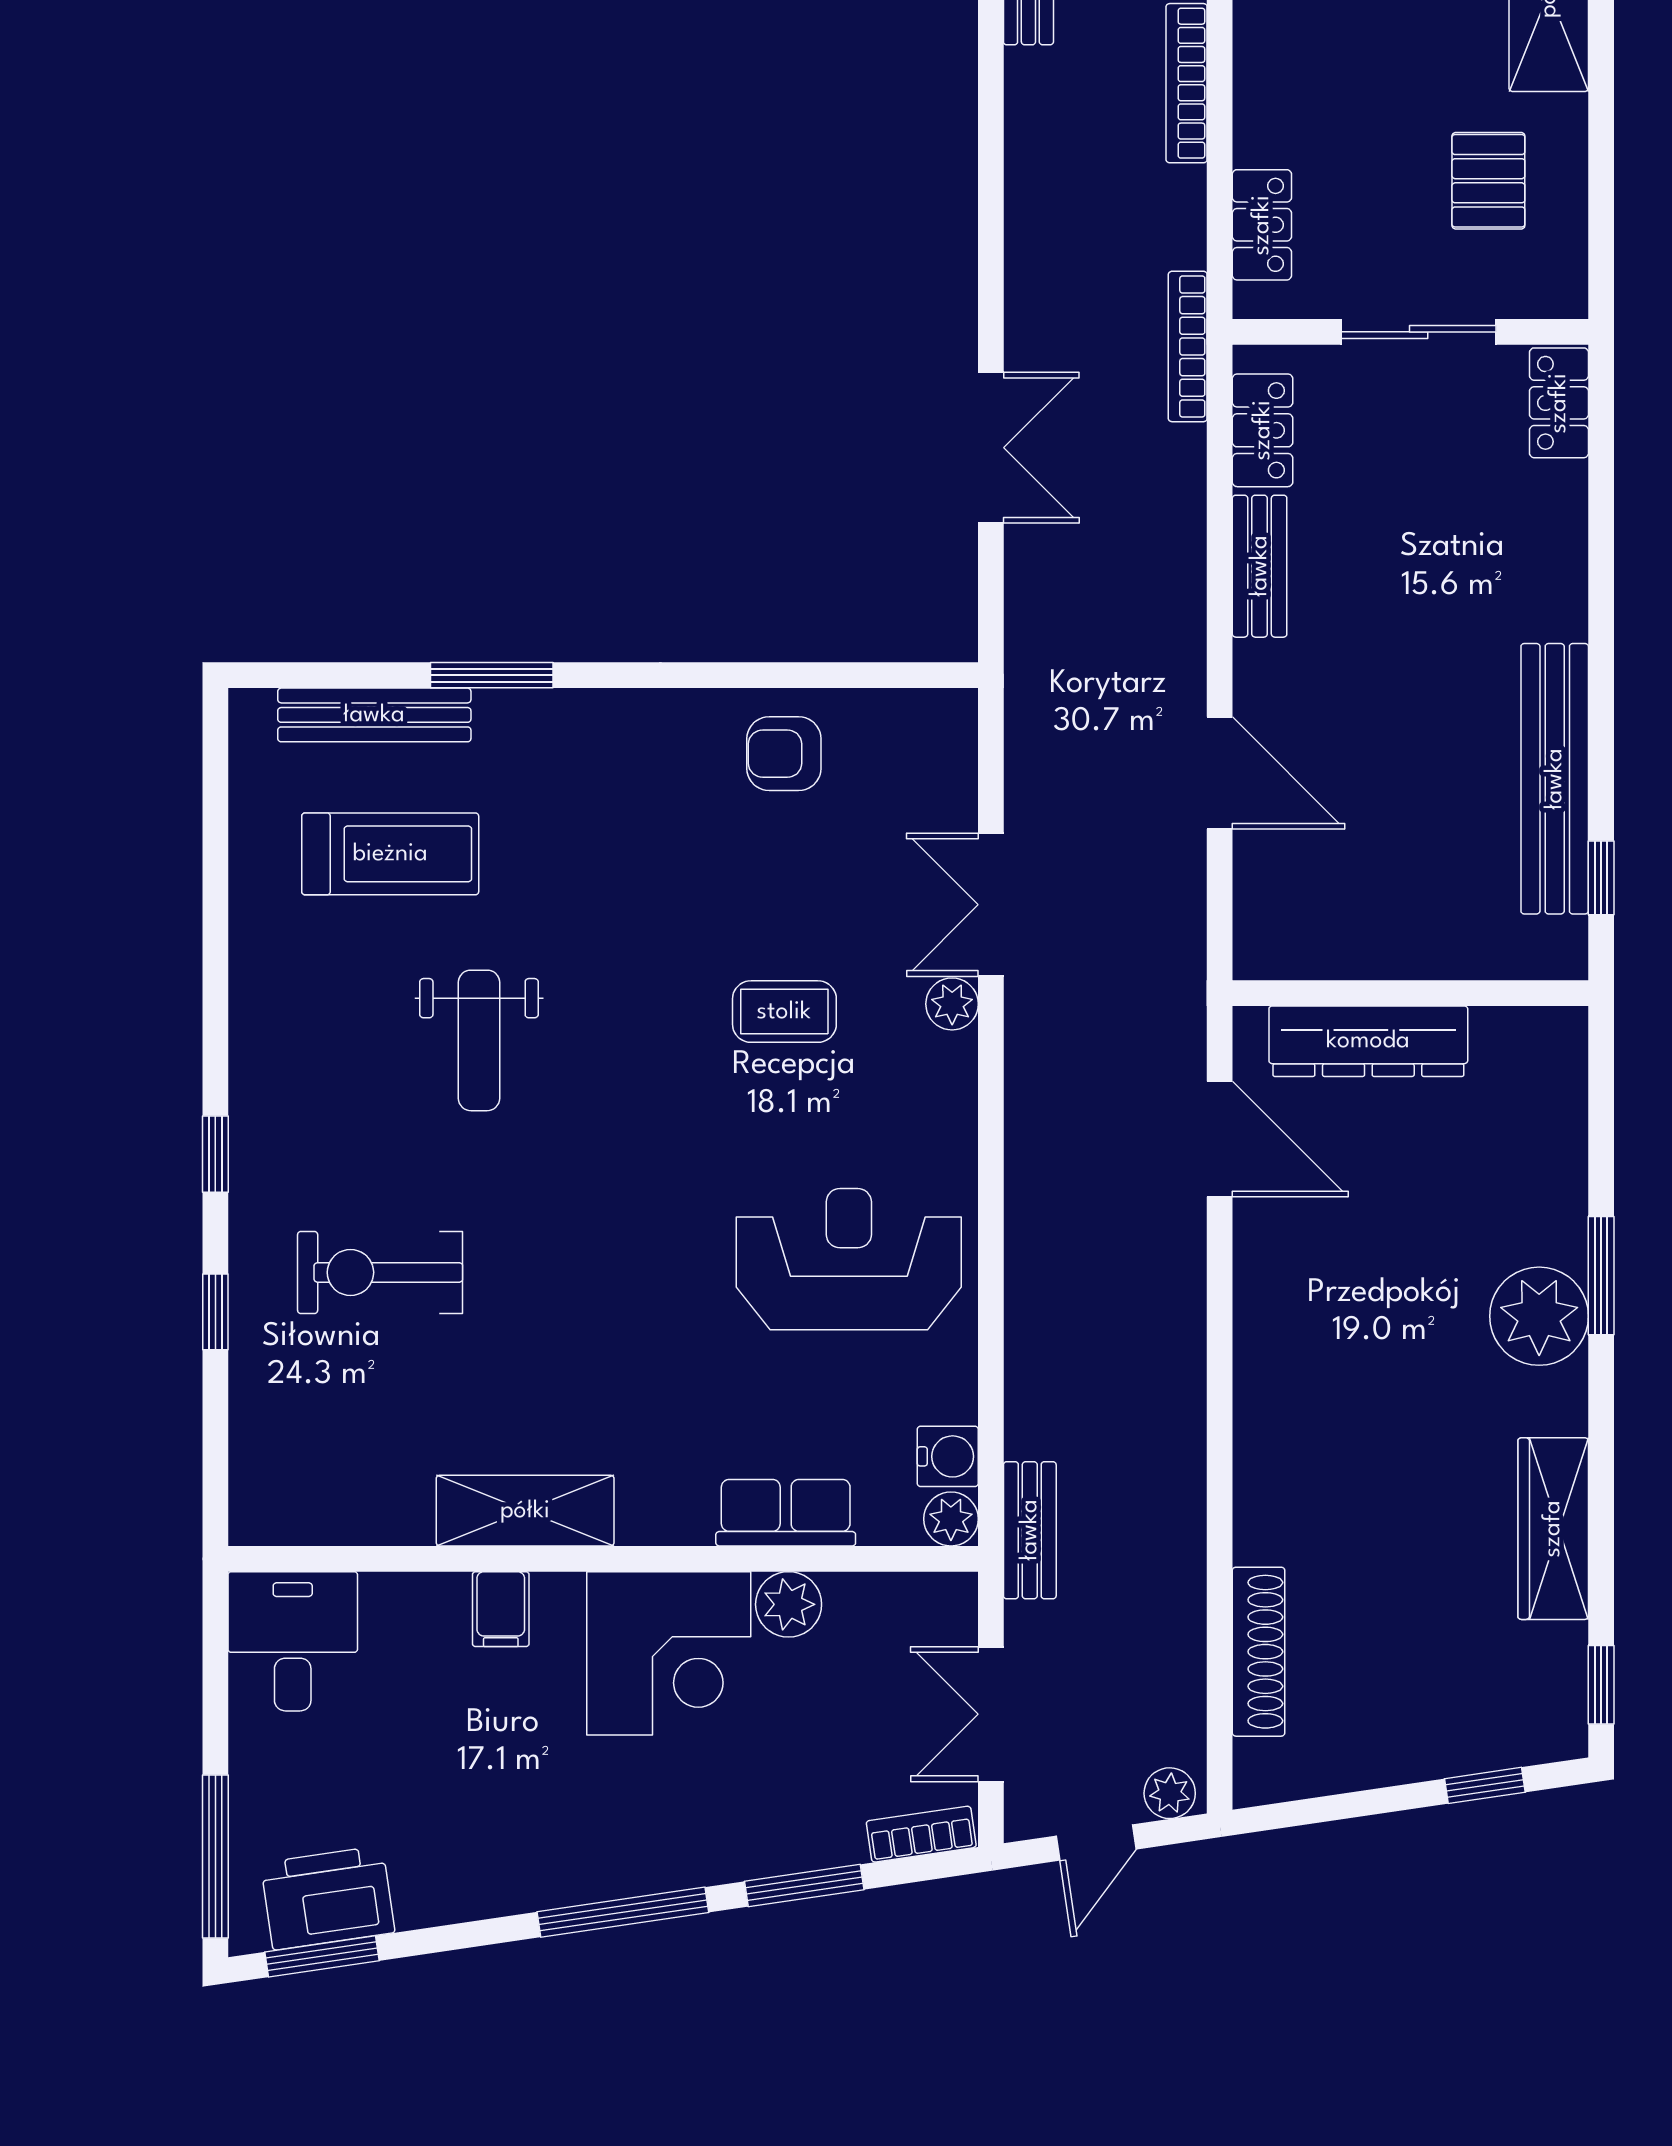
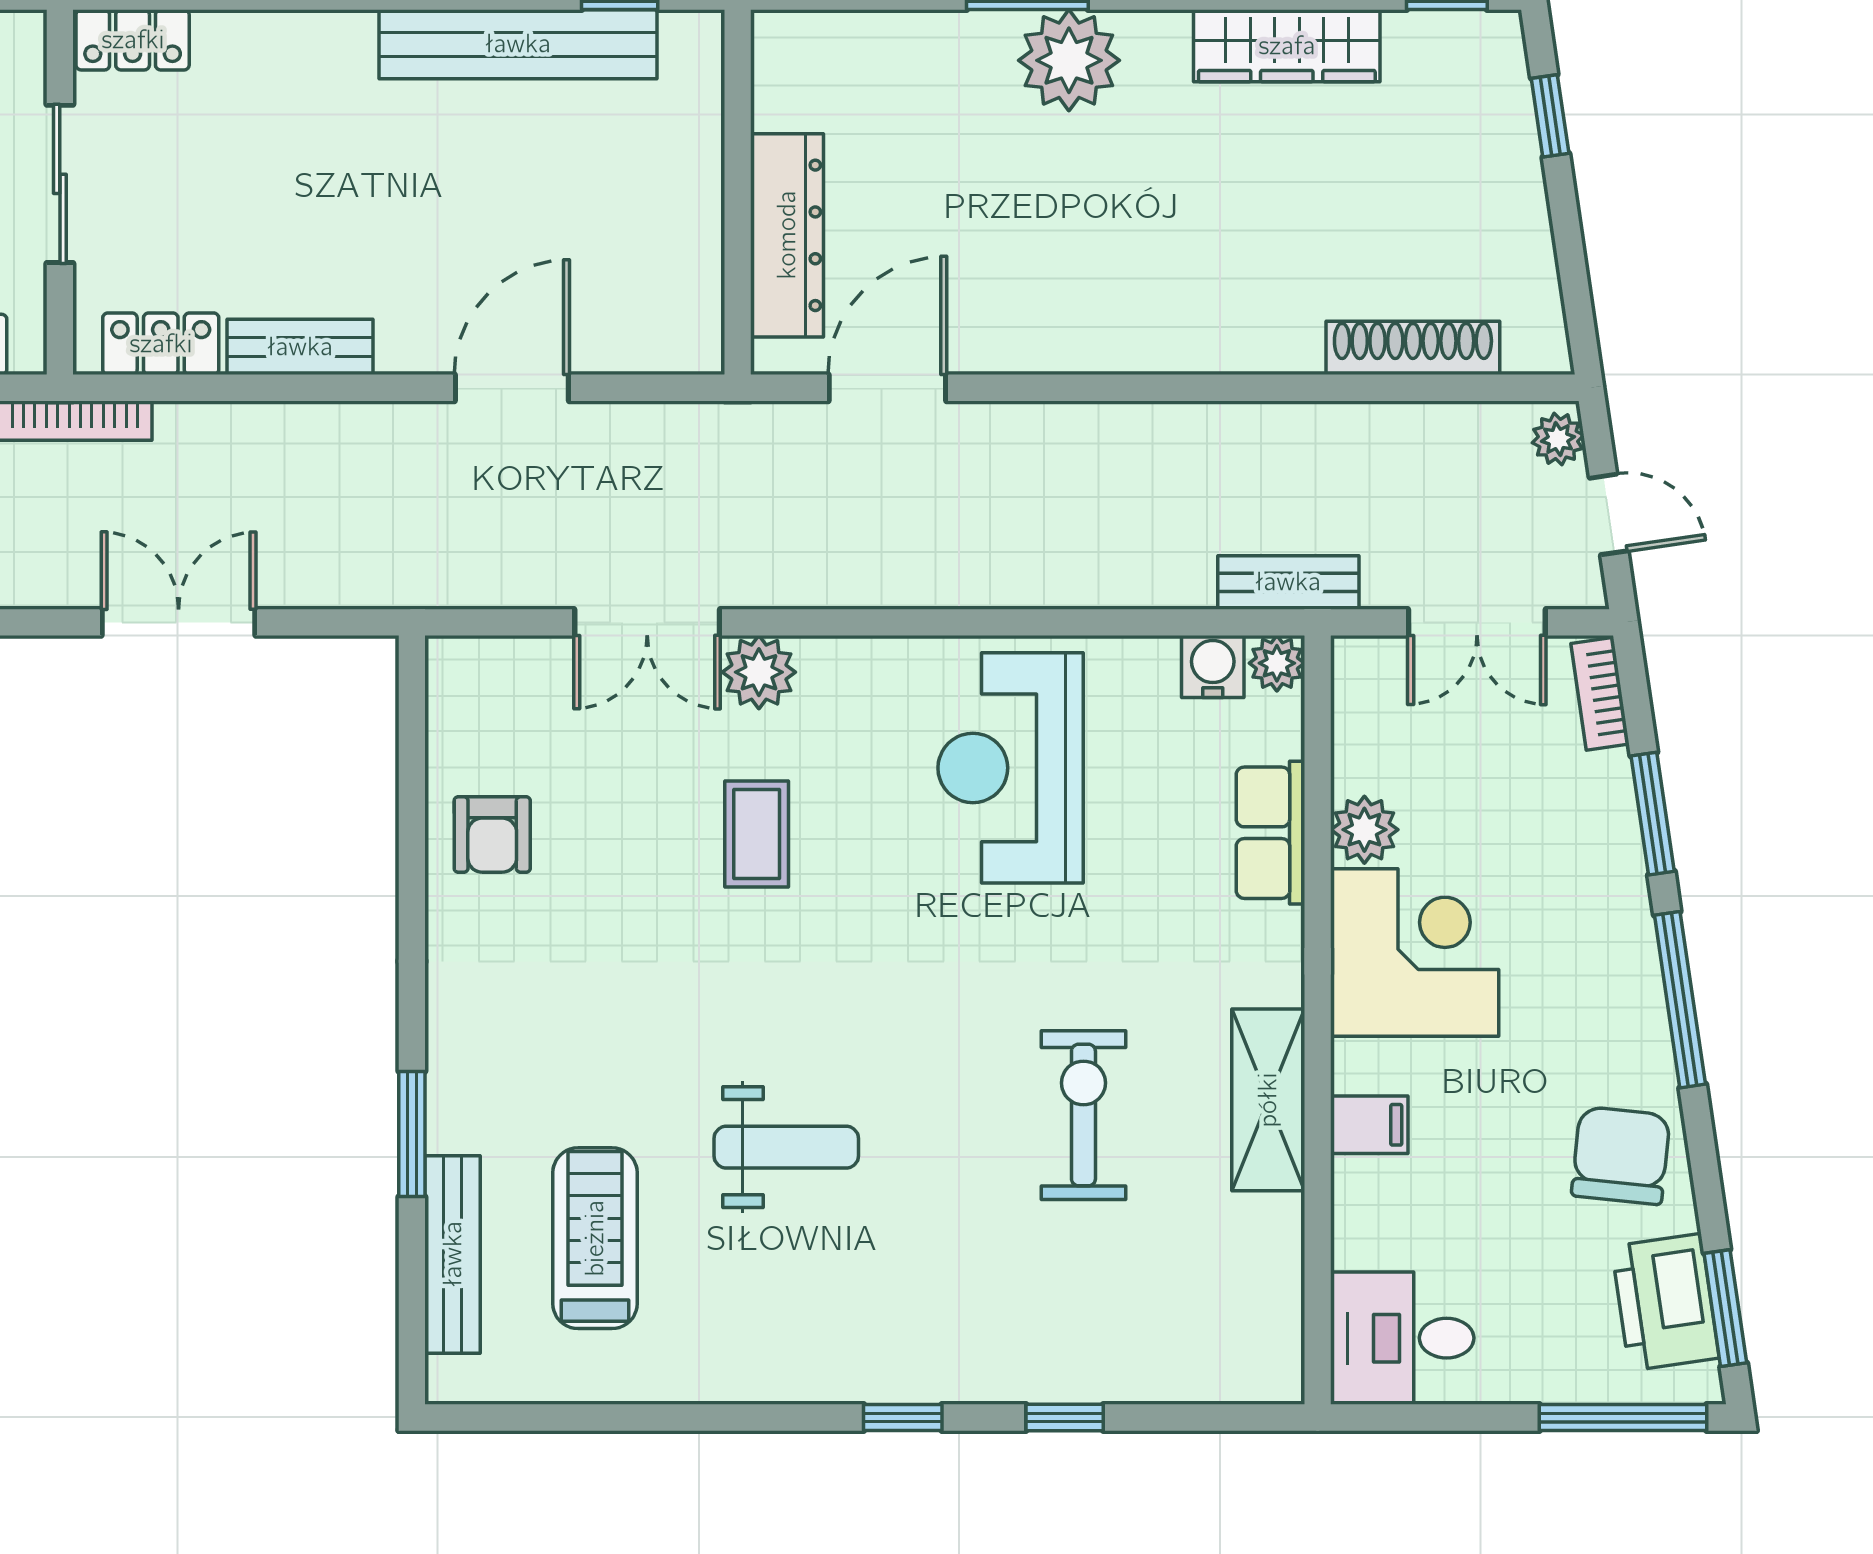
plant: (952, 1004) -> (759, 672), width x1.38, depth x1.38
exercise bike: (380, 1272) -> (1083, 1115), moved, turned 180
chair: (471, 1854) -> (1621, 1156), added

